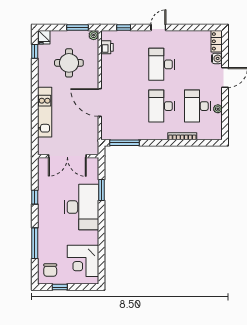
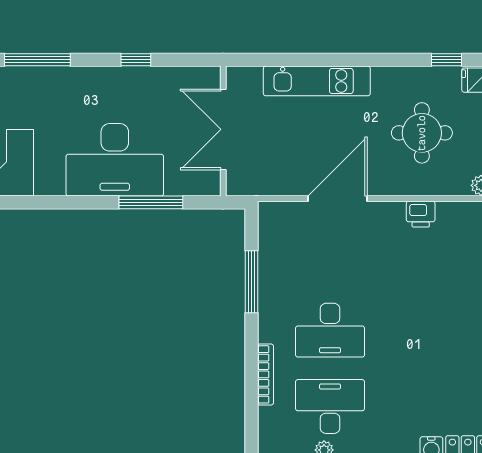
printer: (107, 47) -> (421, 214), moved
desk: (162, 64) -> (419, 330), removed
desk: (162, 106) -> (330, 330), turned 180
window: (124, 143) -> (251, 282), moved
window: (102, 190) -> (151, 202), width x1.44

